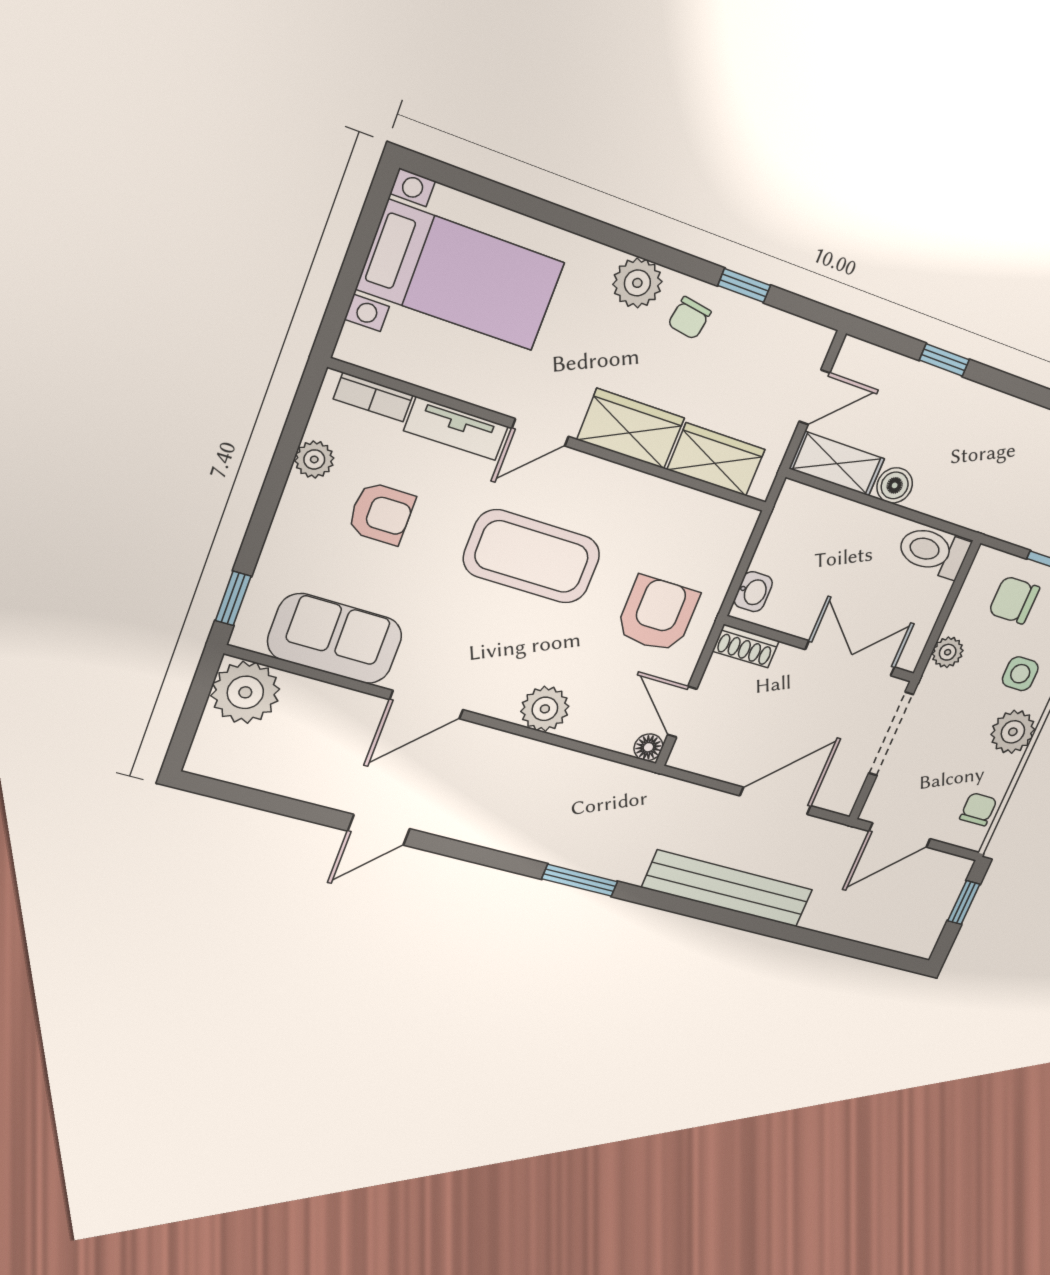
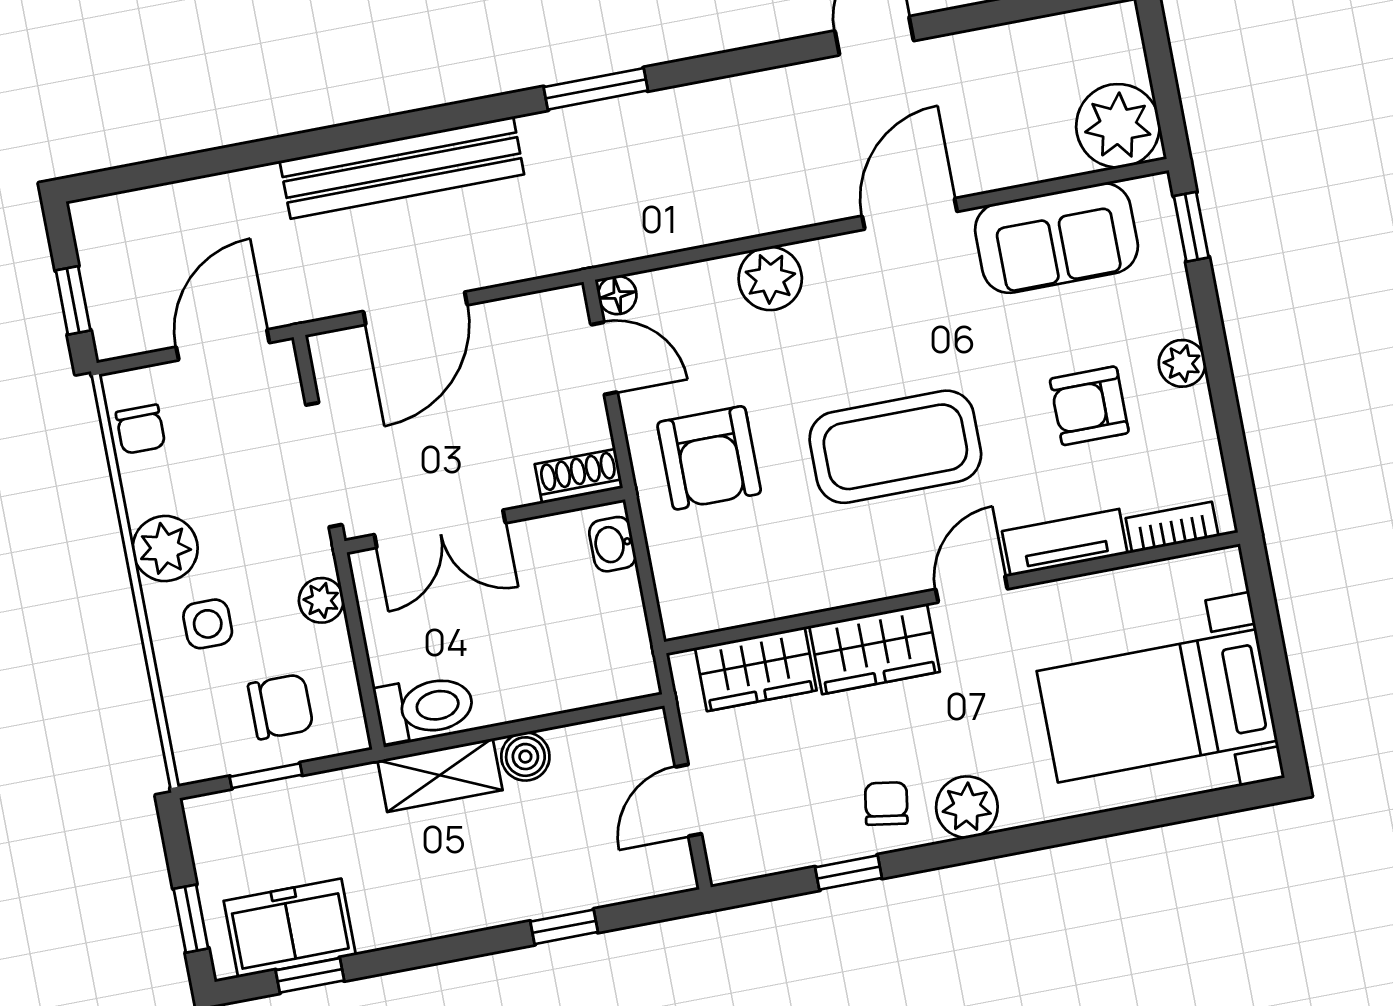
plant: (314, 459) -> (1182, 363), moved
shelving: (837, 464) -> (440, 775), moved

